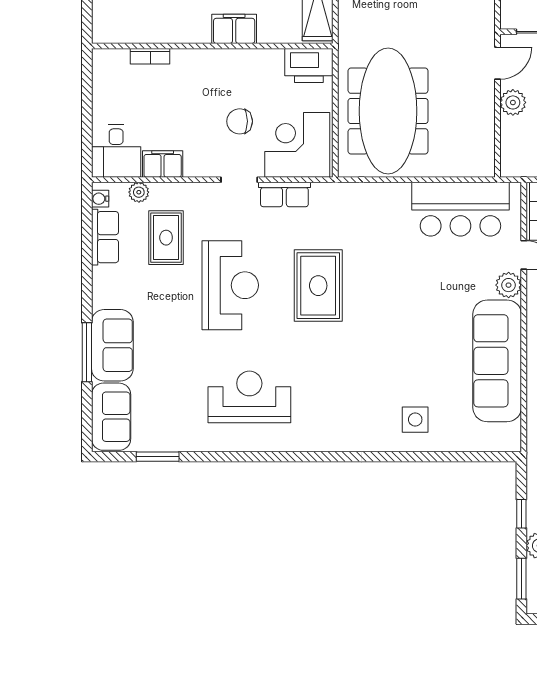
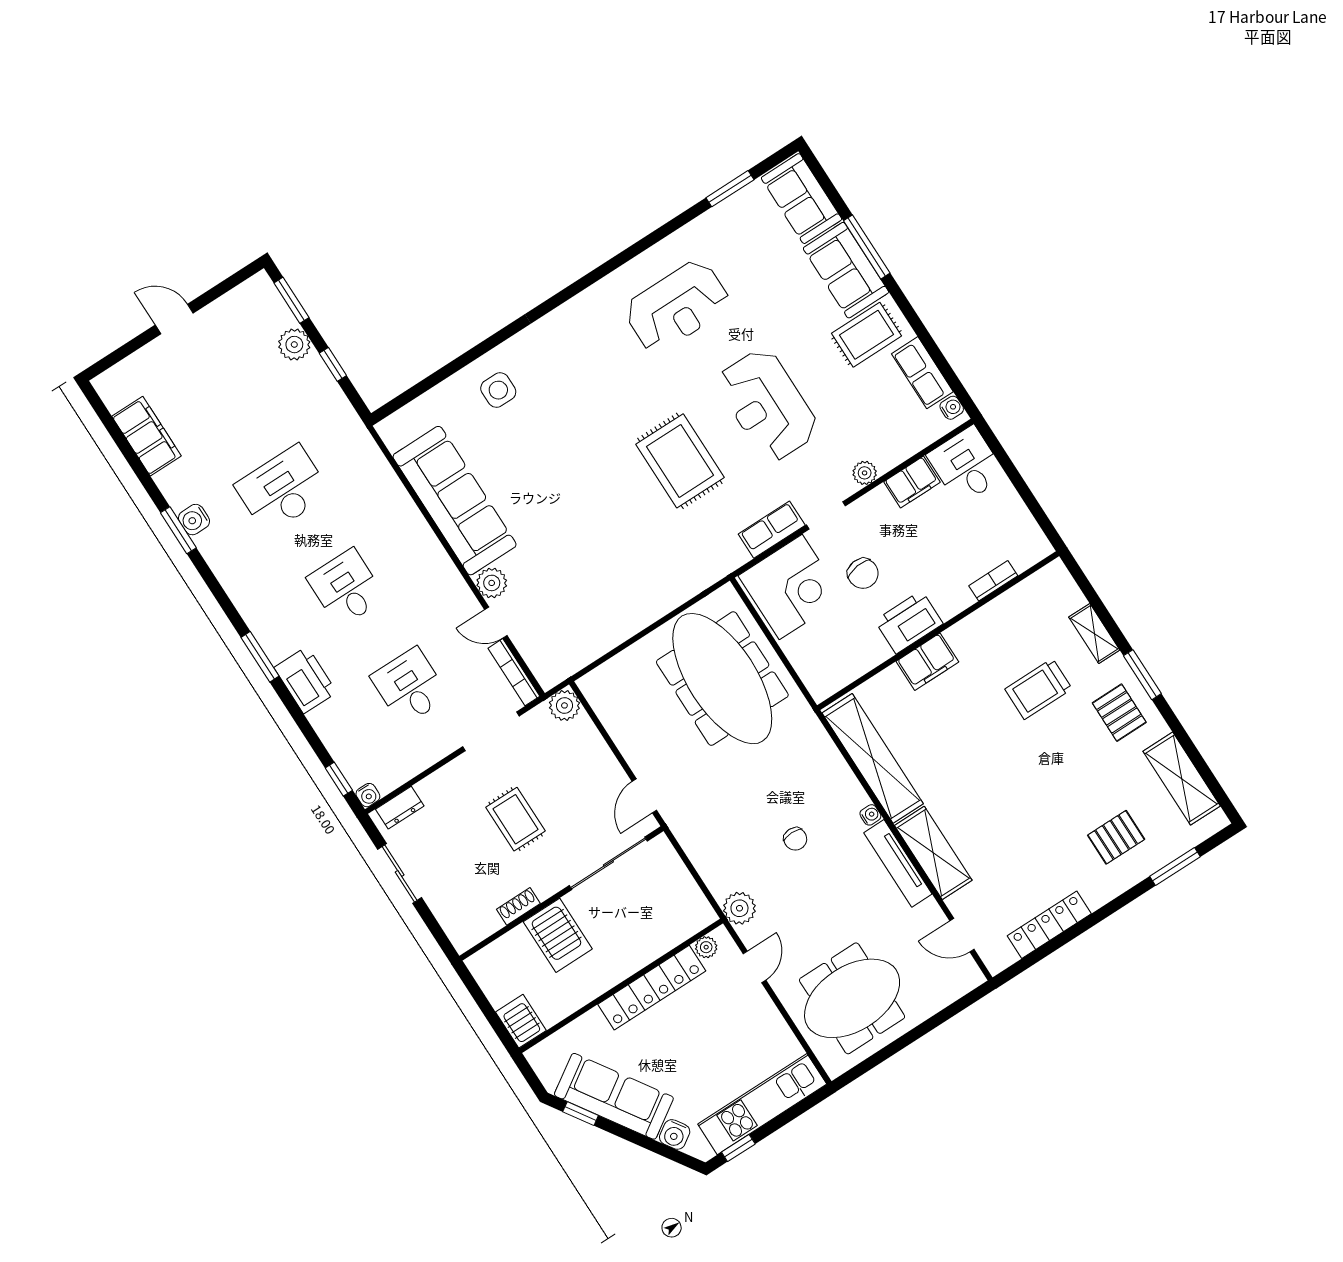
printer: (309, 66) -> (909, 622), moved
plant: (513, 102) -> (564, 705), moved
chair: (240, 121) -> (863, 573), turned 83
plant: (139, 192) -> (865, 473), moved
bar counter: (460, 209) -> (588, 628), removed
rug: (166, 238) -> (866, 335), moved, turned 90

